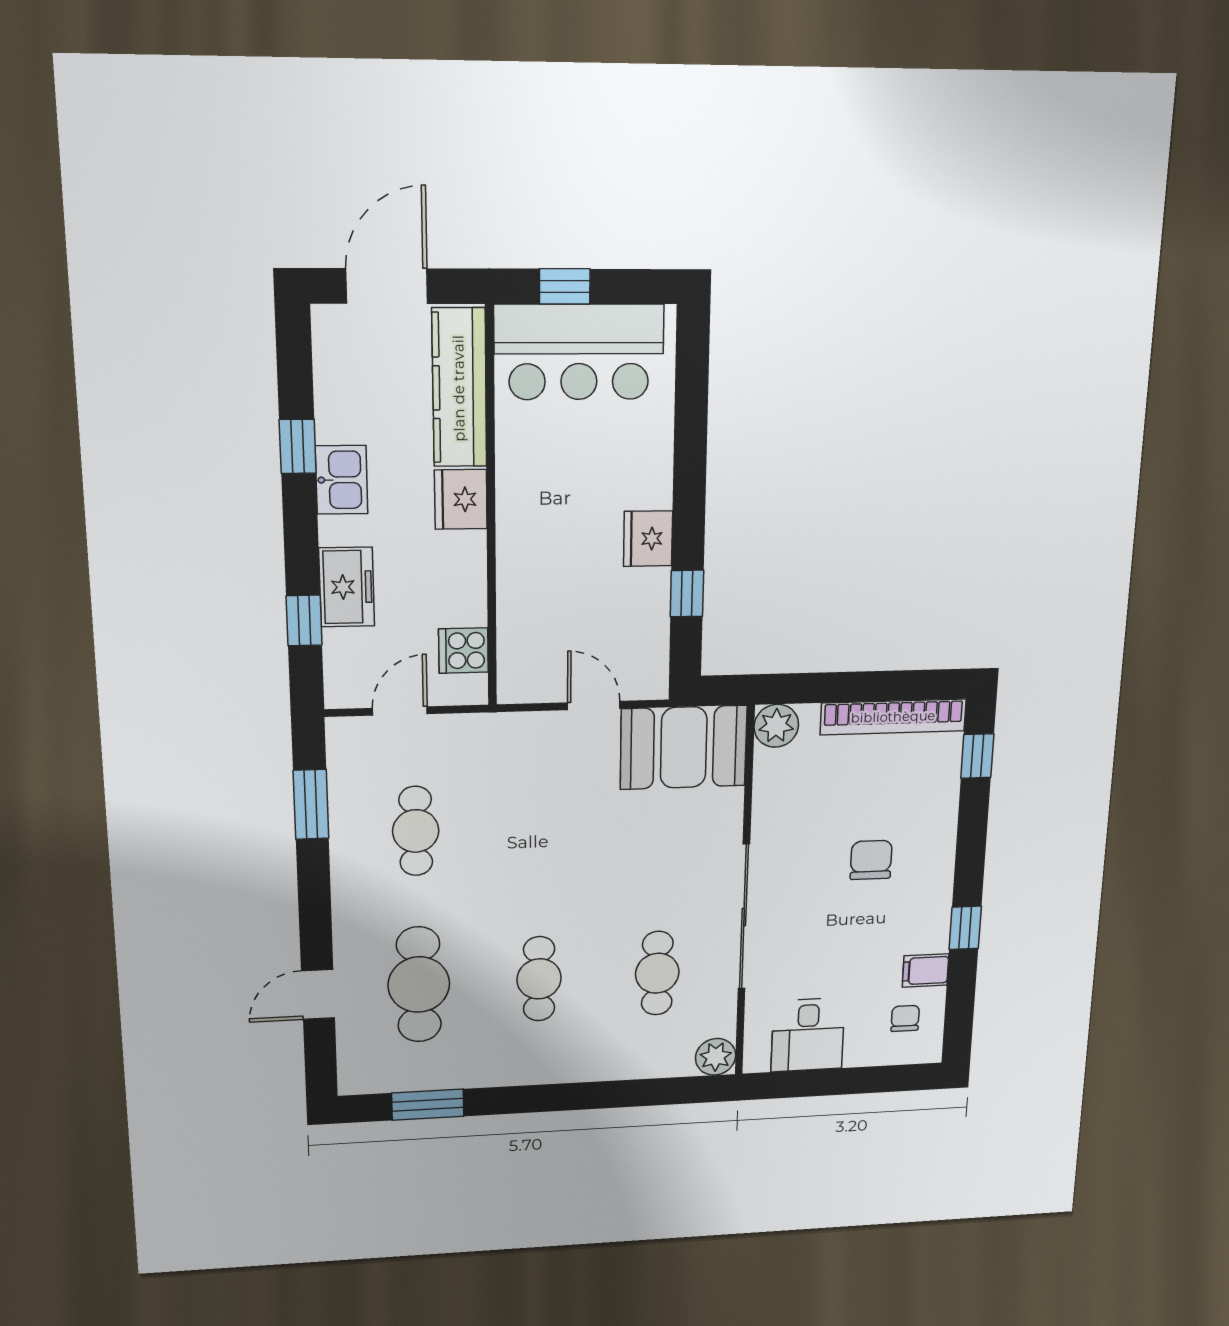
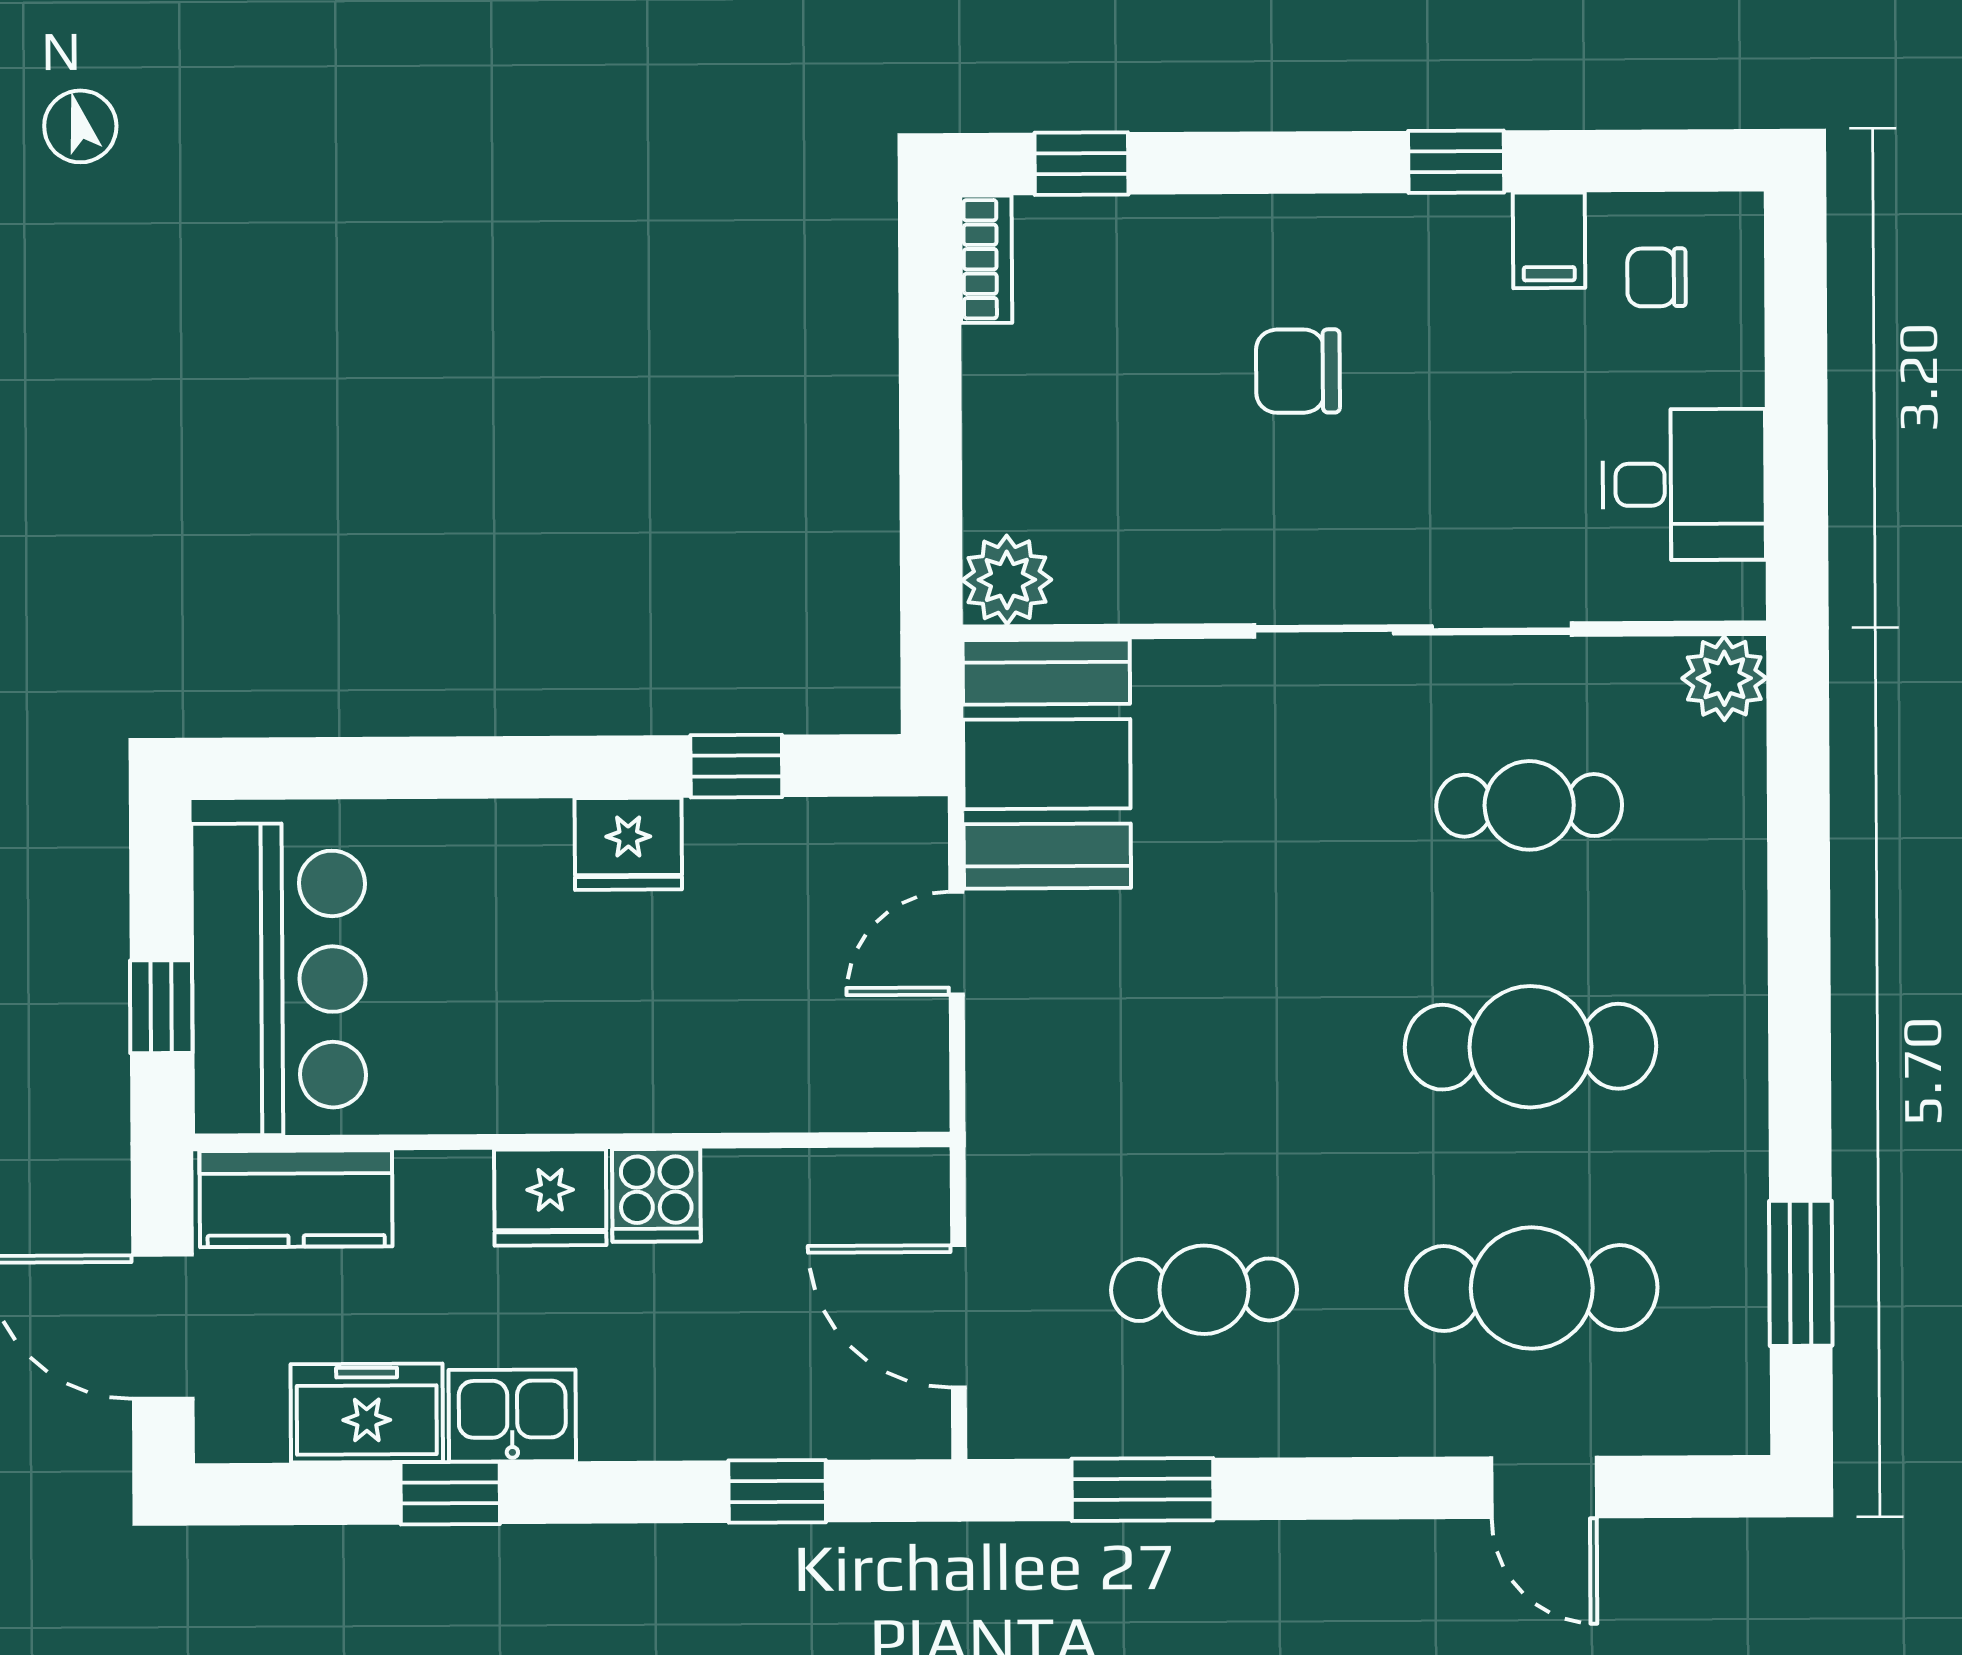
kitchen counter: (459, 388) -> (296, 1199), width x0.67
freezer: (347, 587) -> (367, 1413), moved
cooker: (464, 651) -> (656, 1195), moved
door: (400, 711) -> (958, 1316), width x1.38
bookcase: (893, 717) -> (986, 259), width x0.43, depth x0.76
cafe table: (539, 979) -> (1530, 1047), width x1.37, depth x1.35

